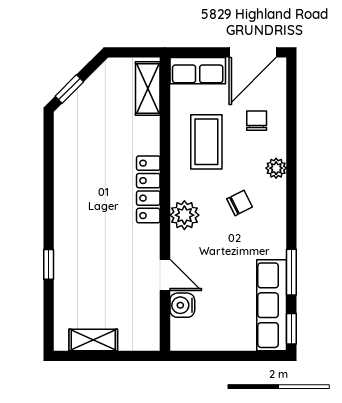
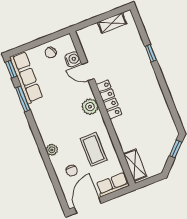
locker: (148, 189) -> (109, 99), moved
chair: (240, 203) -> (51, 53), moved

